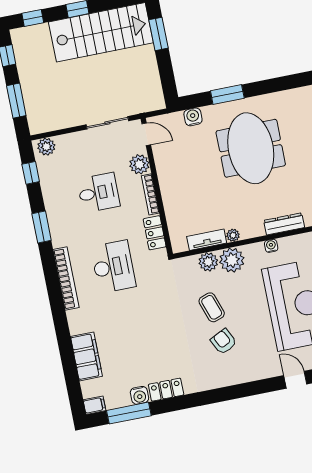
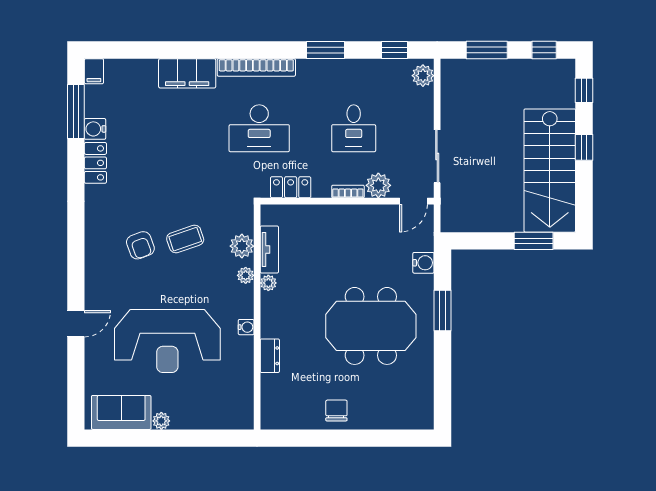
bookcase: (150, 194) -> (348, 192), width x0.64
dresser: (284, 224) -> (270, 356), width x0.70
plant: (232, 260) -> (246, 275), width x0.53, depth x0.53
armchair: (224, 341) -> (140, 245), turned 96
filing cabinet: (86, 356) -> (187, 73), moved

